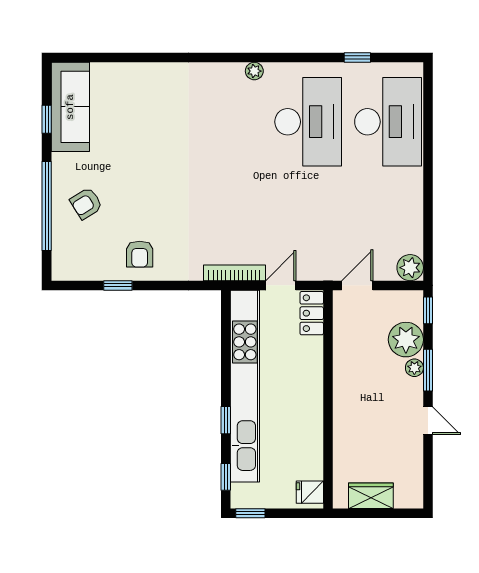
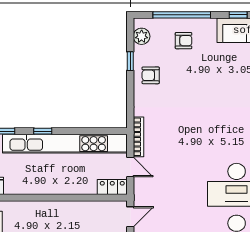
armchair: (86, 203) -> (184, 41), turned 122
plant: (80, 268) -> (142, 36), added
door: (357, 285) -> (130, 217), hinge flipped

